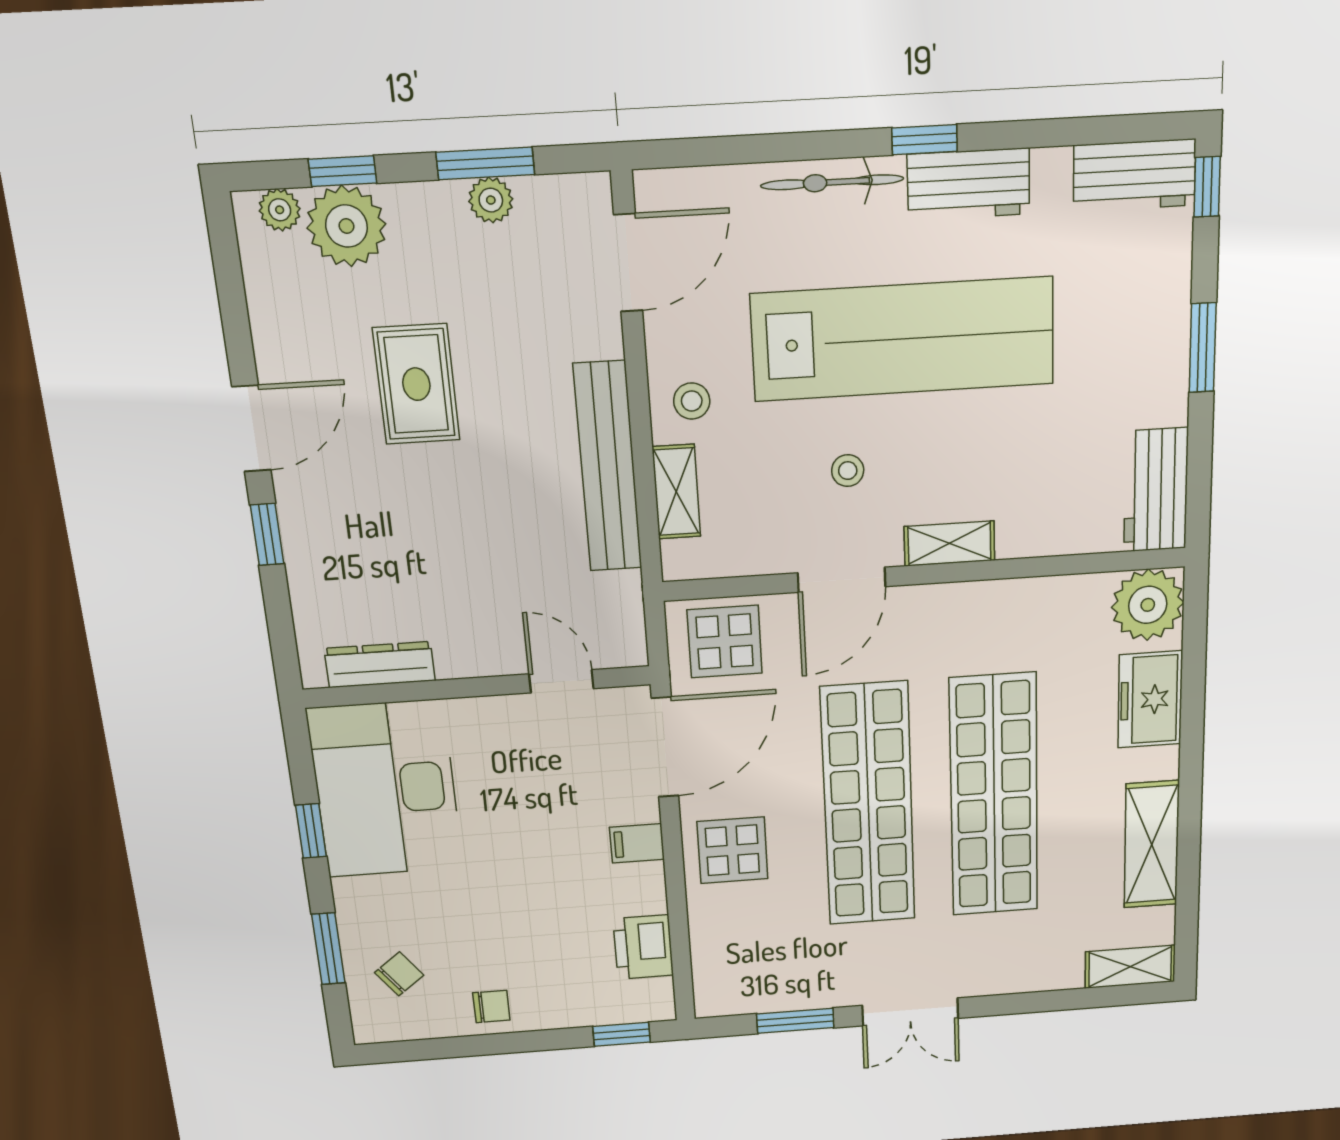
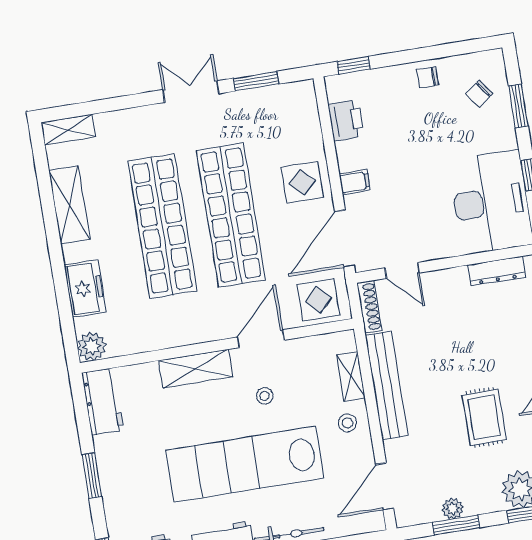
shelving: (949, 543) -> (196, 369), width x1.50, depth x1.33
plant: (1148, 605) -> (92, 346), width x0.73, depth x0.73
shoe rack: (629, 620) -> (369, 307), added

